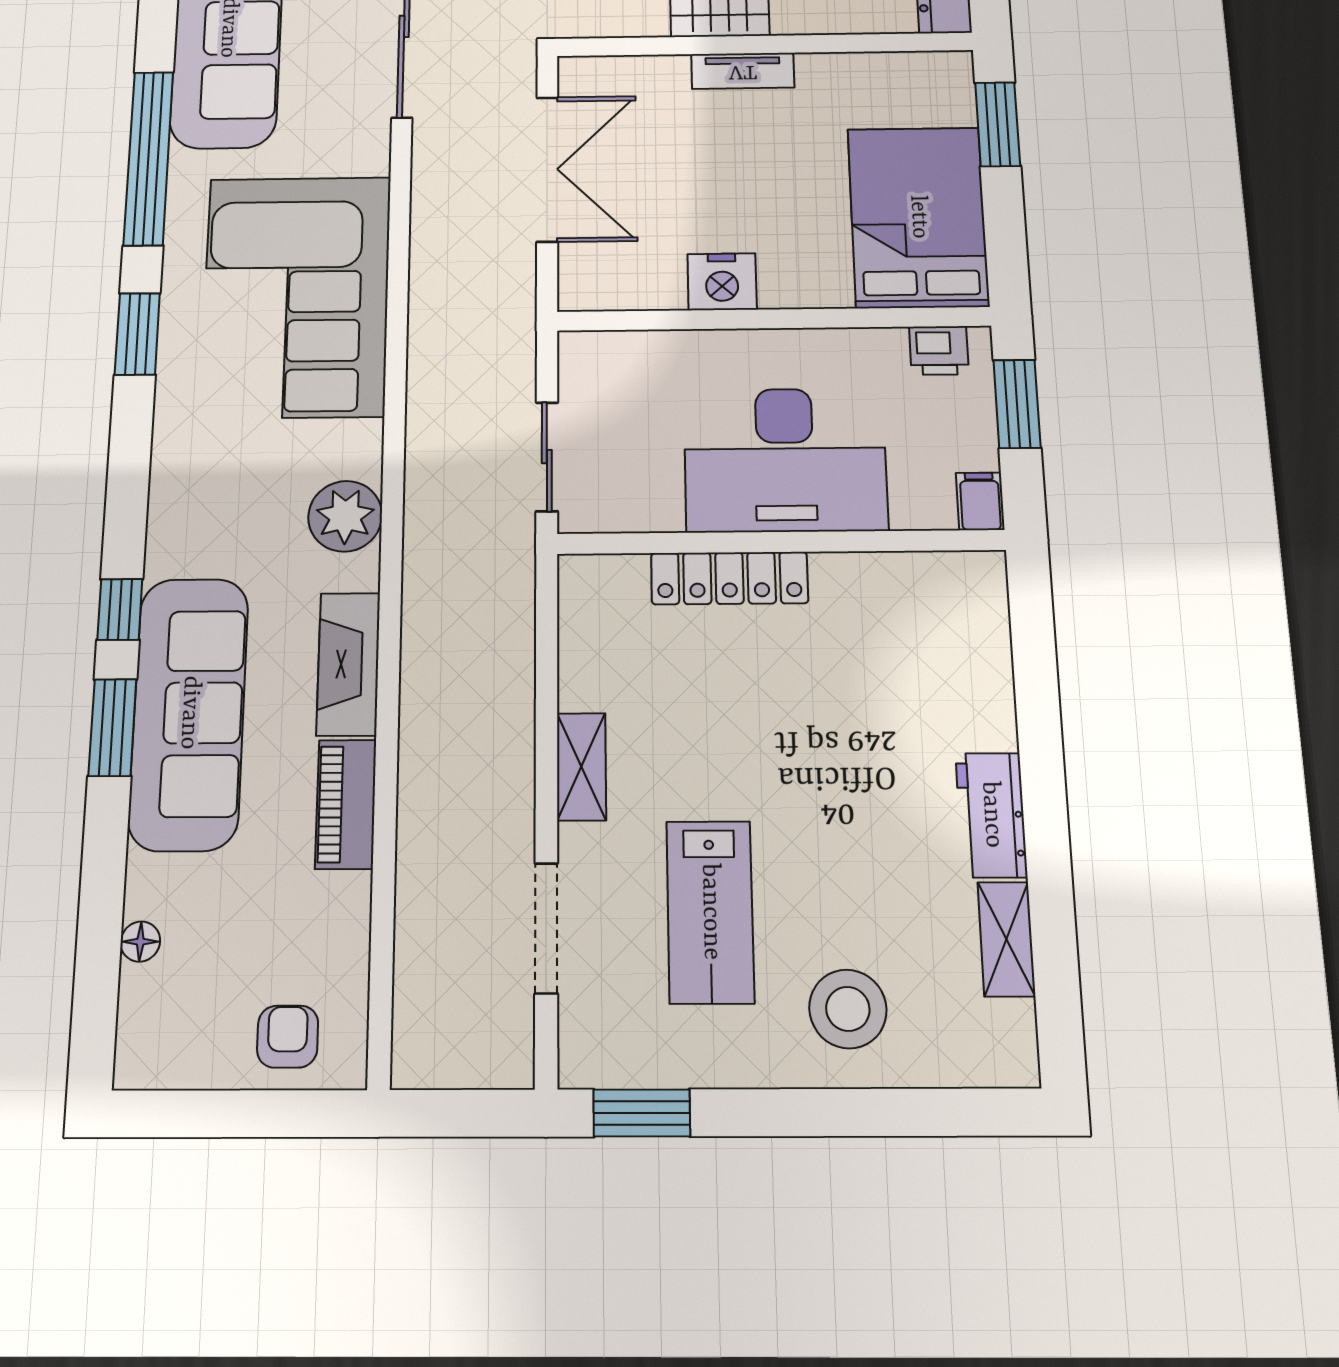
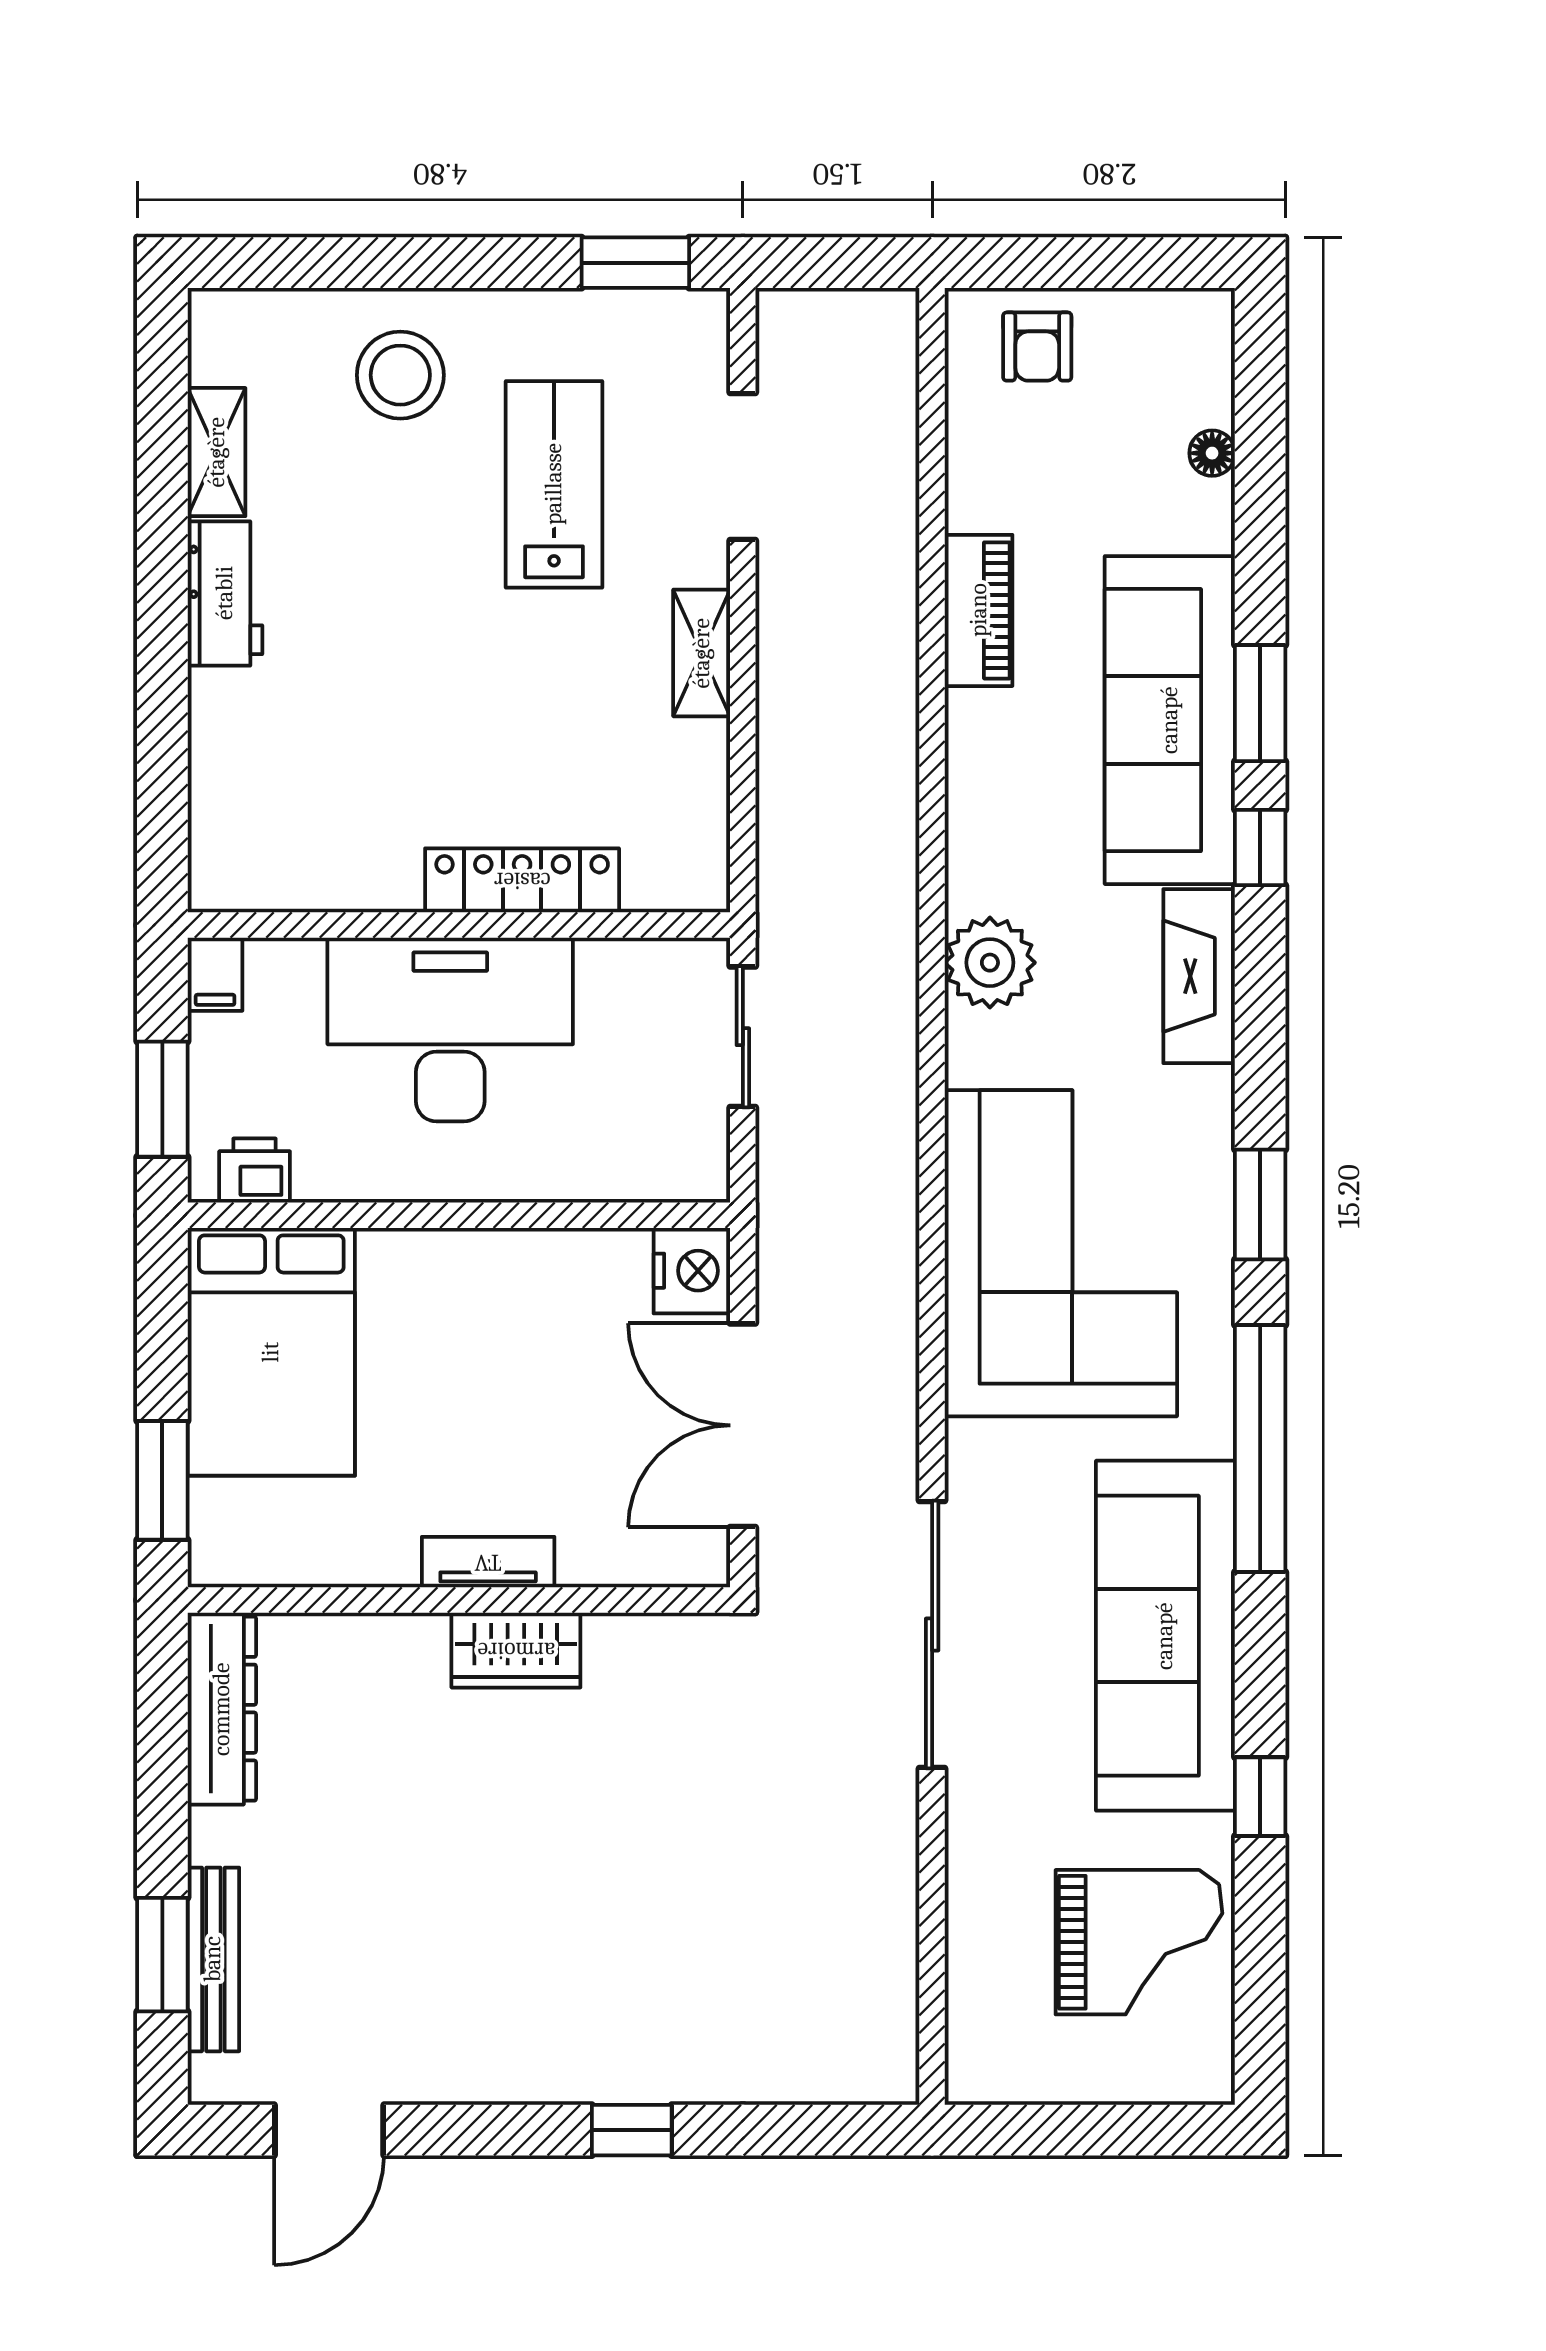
nightstand: (722, 282) -> (692, 1271), moved, turned 90
fireplace: (348, 664) -> (1199, 976), moved, turned 180

